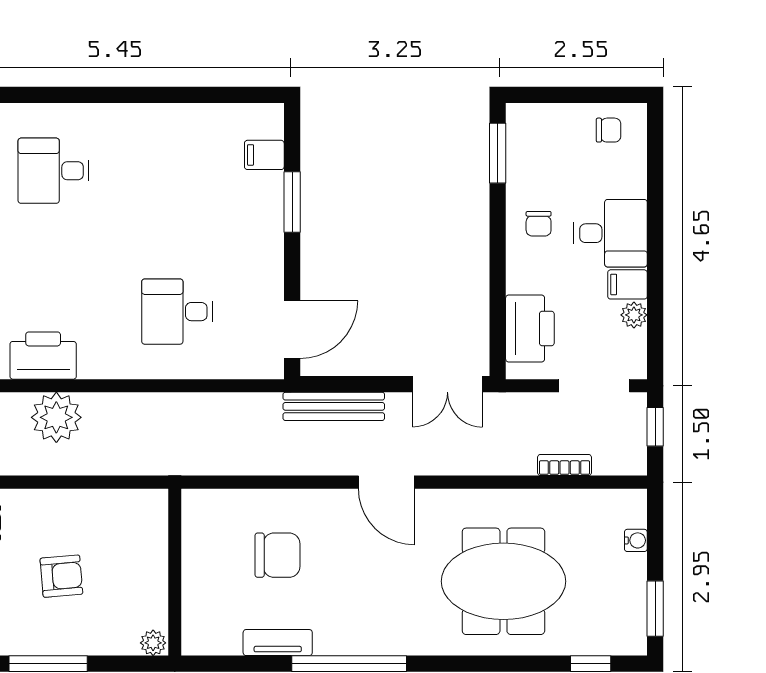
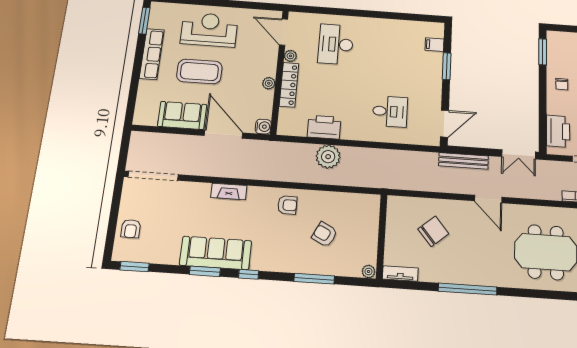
desk: (53, 171) -> (336, 44), width x1.37
desk: (177, 312) -> (390, 111), turned 180
chair: (277, 555) -> (433, 231), turned -40
armchair: (61, 576) -> (325, 234), turned -148
tv unit: (278, 643) -> (400, 274), moved

